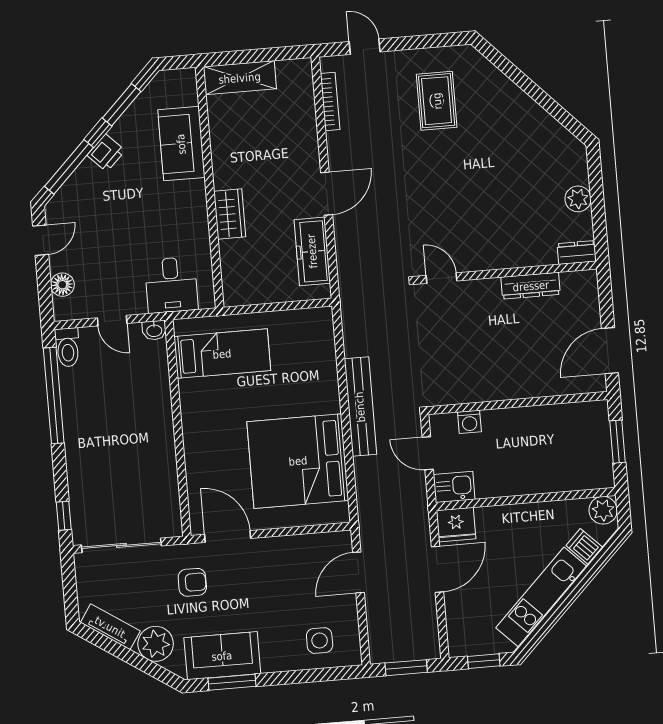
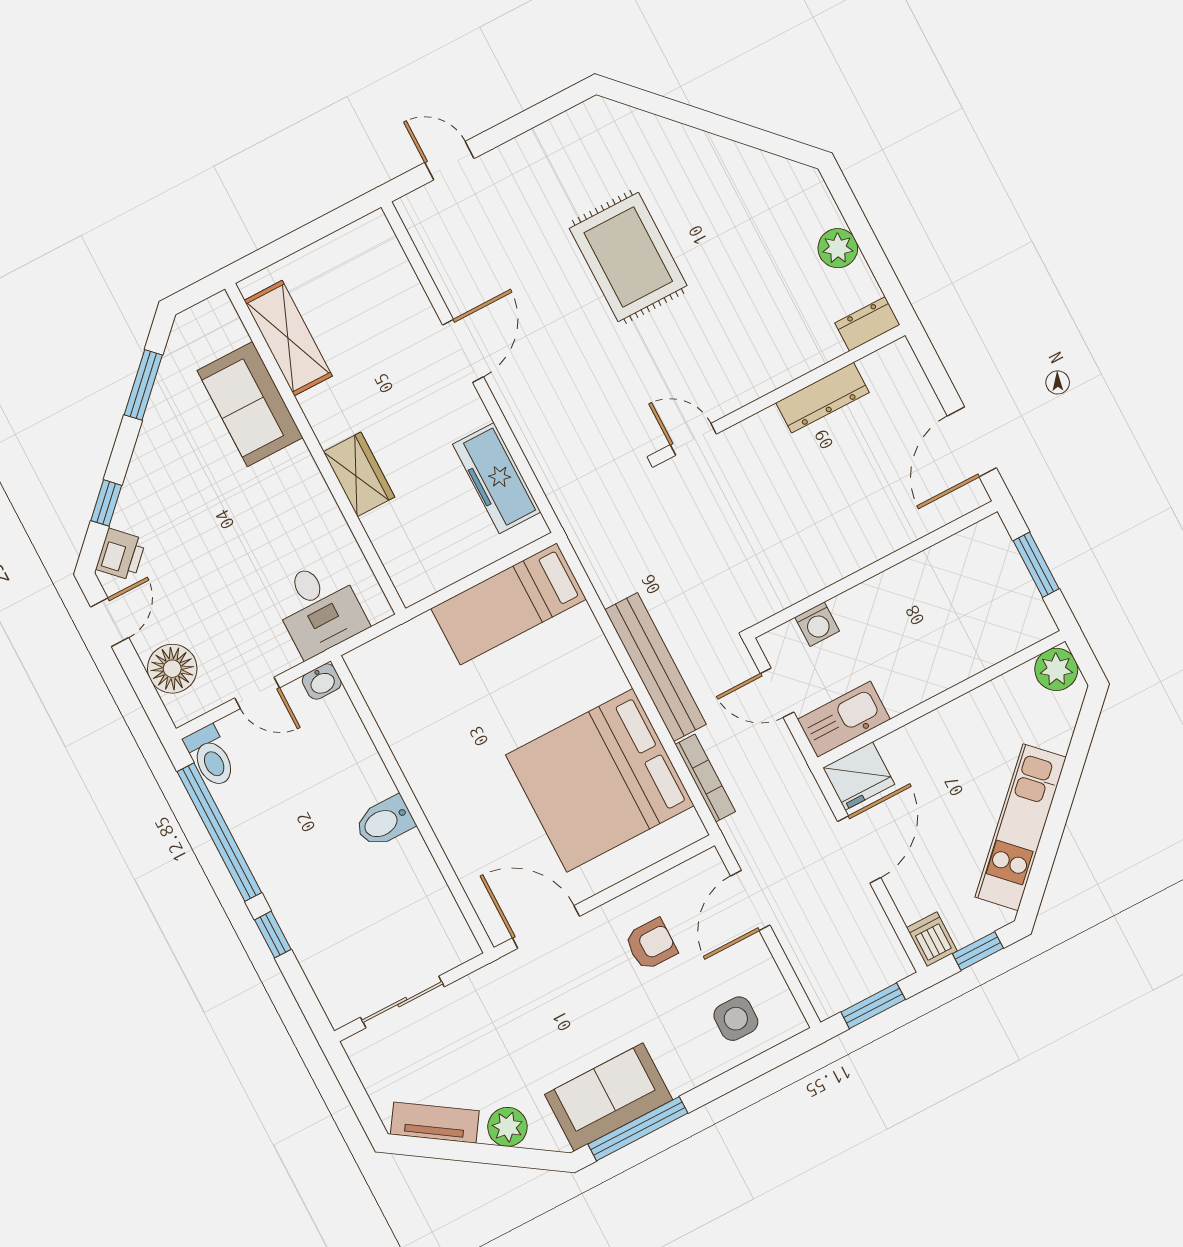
shelving: (240, 78) -> (288, 338), moved, turned 90
rug: (437, 101) -> (628, 257), moved, width x1.36, depth x1.43
bookcase: (330, 102) -> (705, 778), moved
printer: (106, 153) -> (121, 555), moved
window: (69, 167) -> (106, 503), width x0.46
door: (327, 194) -> (463, 351), moved
floor lamp: (62, 285) -> (172, 669), width x1.38, depth x1.38
bed: (222, 354) -> (509, 604), moved, turned 180
bidet: (156, 431) -> (384, 822), added
kitchen sink: (454, 487) -> (844, 719), width x1.38
window: (64, 516) -> (273, 935), moved
sliding door: (121, 545) -> (402, 1002), width x0.73
dishwasher: (584, 546) -> (932, 939), moved, turned 45
armchair: (192, 582) -> (651, 944), moved
plant: (156, 644) -> (507, 1127), width x0.73, depth x0.73
window: (232, 682) -> (638, 1129), width x1.44

